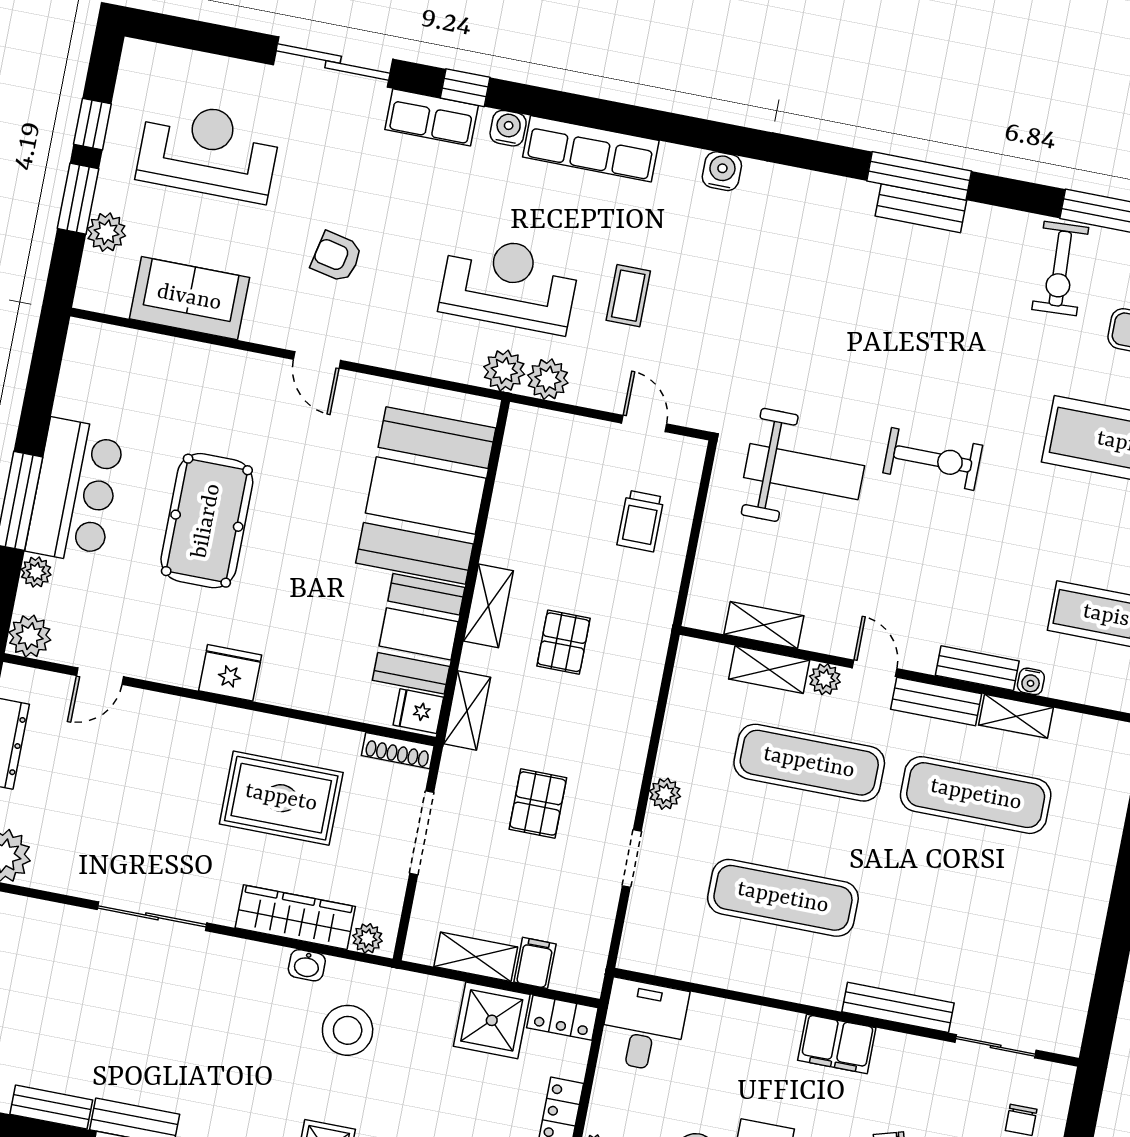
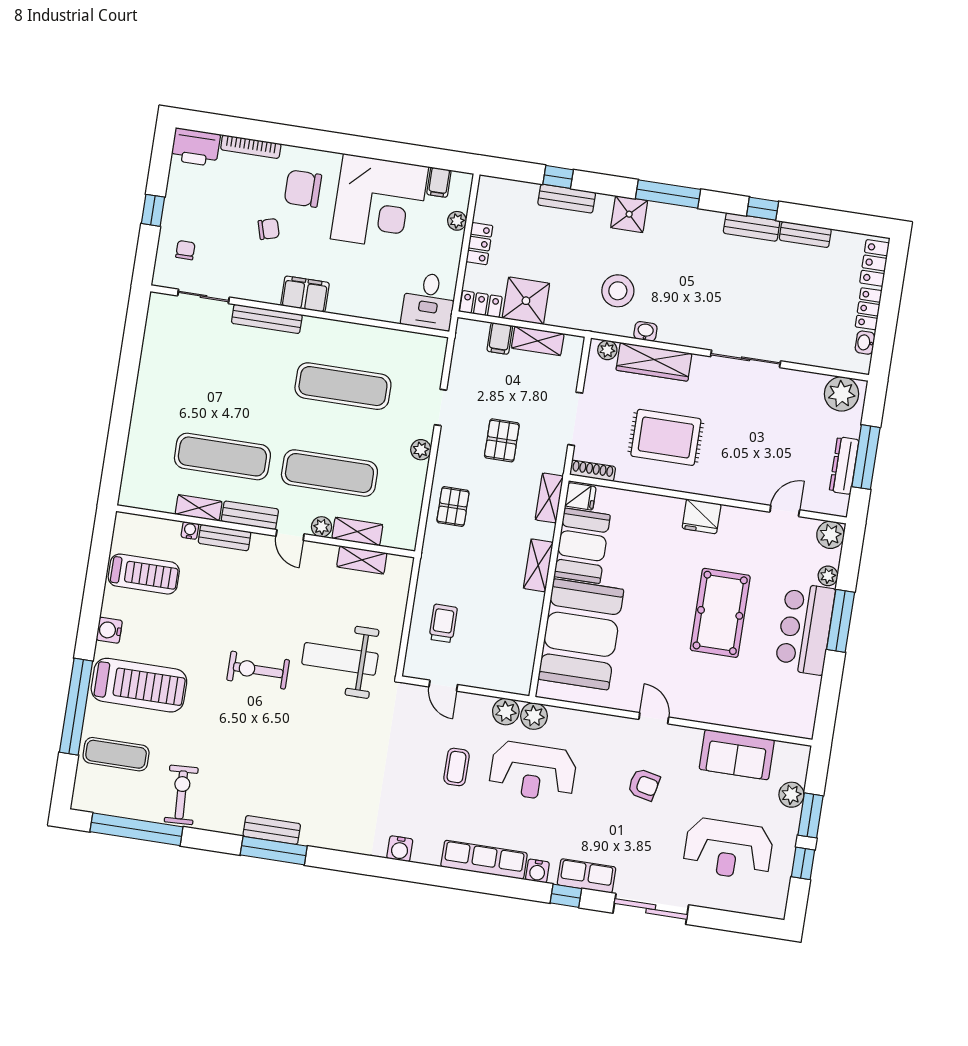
pallet: (564, 642) -> (453, 507), moved

